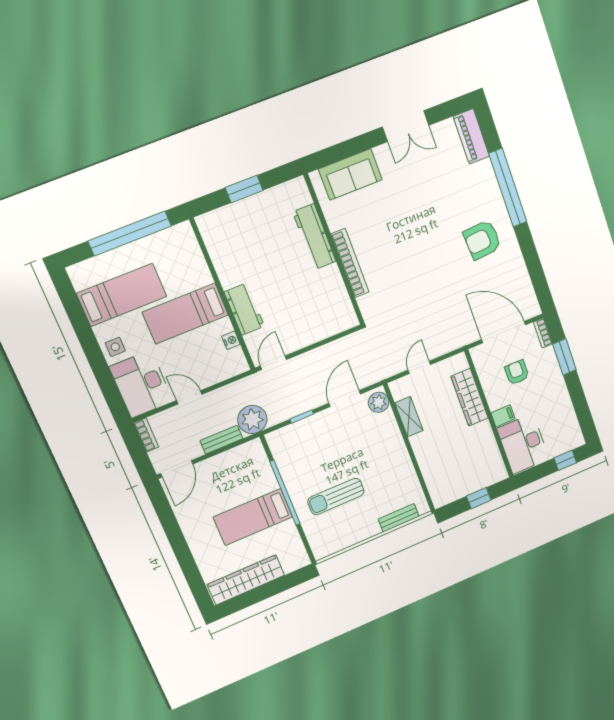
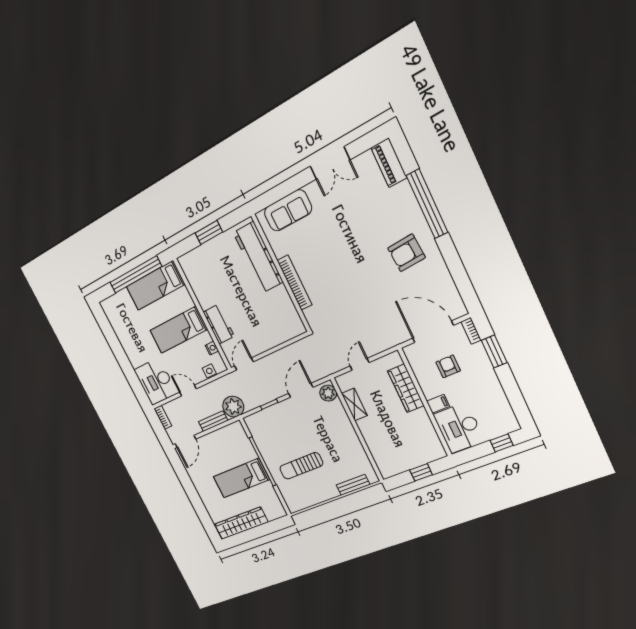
workbench: (314, 237) -> (258, 257), width x1.36, depth x1.32
bed: (122, 295) -> (155, 286), moved, turned 180
side table: (115, 347) -> (209, 371), moved

